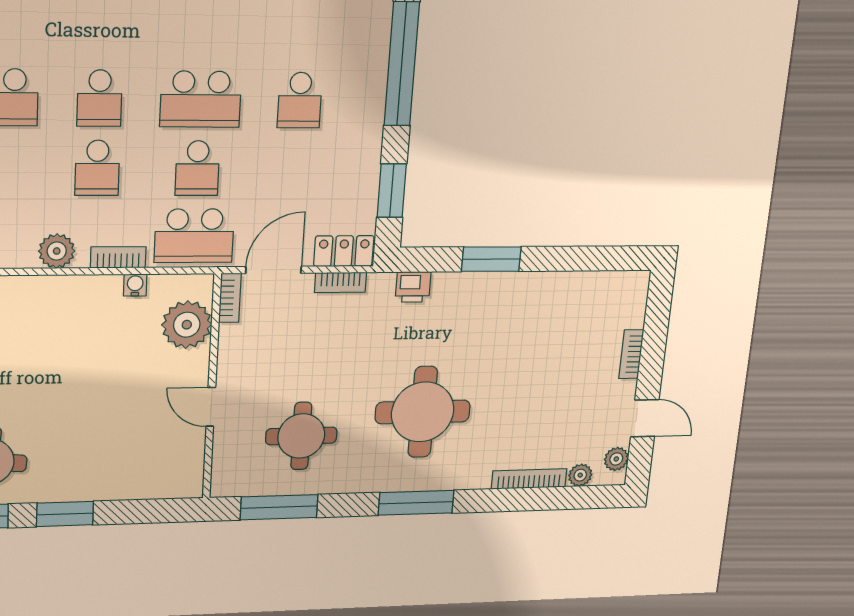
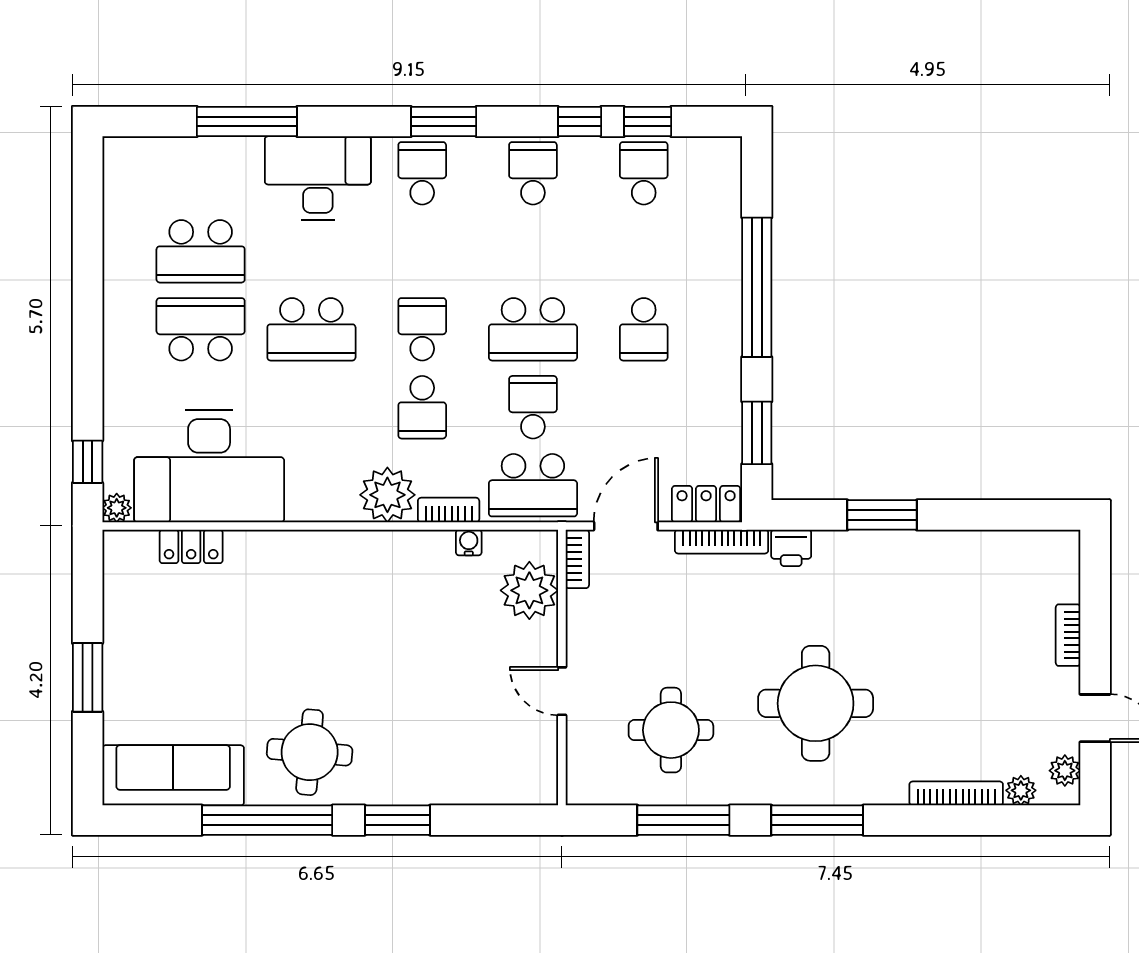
school desk: (100, 98) -> (422, 329), turned 180
school desk: (197, 168) -> (533, 407), turned 180
plant: (57, 251) -> (387, 495), width x1.36, depth x1.36
bookcase: (340, 282) -> (722, 542), width x1.56
window: (279, 507) -> (683, 820), moved

